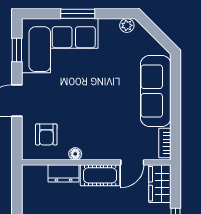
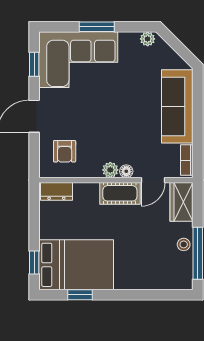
plant: (91, 153) -> (110, 170), added
floor lamp: (75, 154) -> (126, 171), moved
dresser: (64, 173) -> (56, 191), moved

